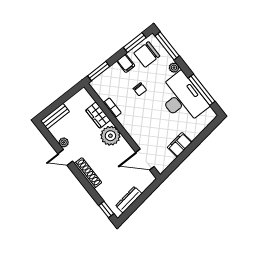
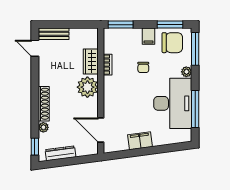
chair: (147, 54) -> (172, 43), turned 180
plant: (64, 142) -> (43, 127), moved
door: (65, 158) -> (35, 48), moved

